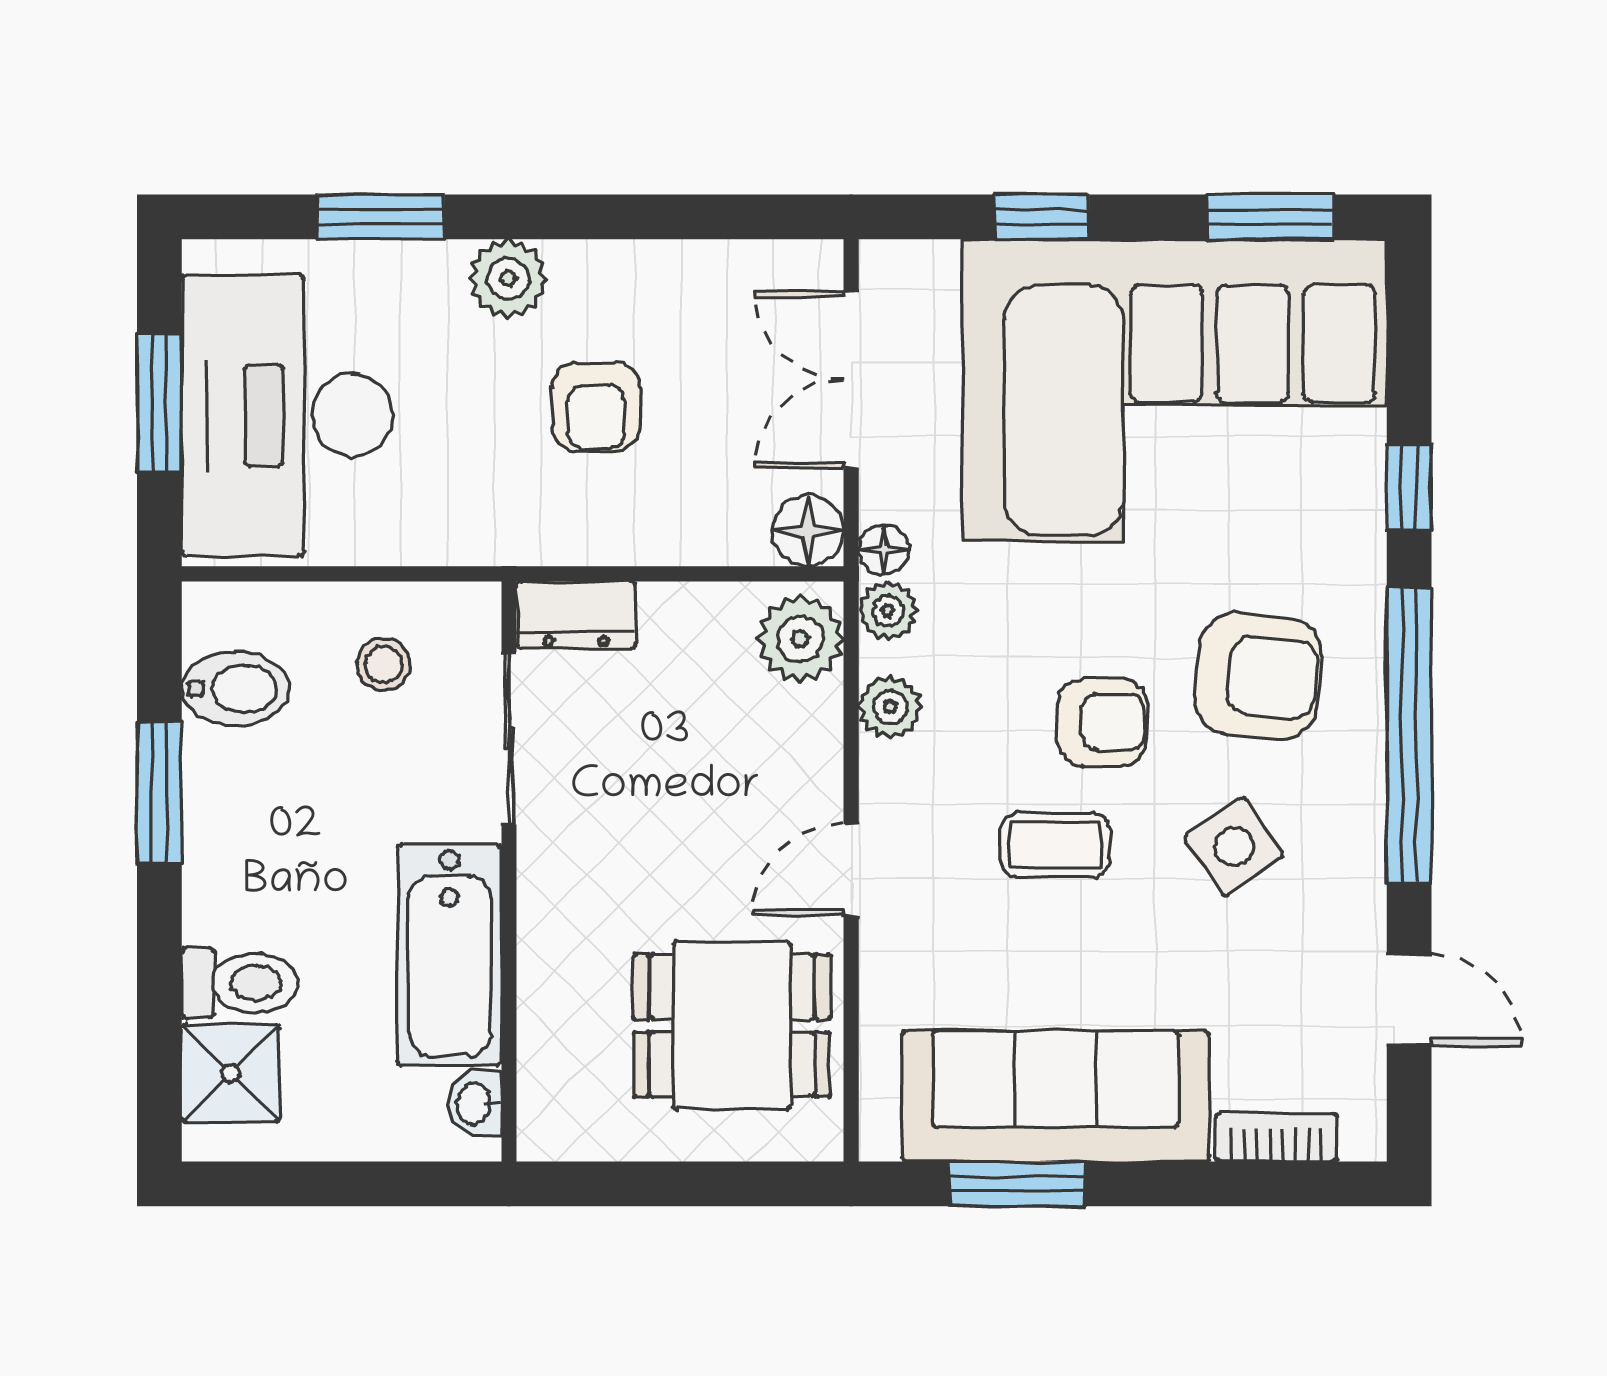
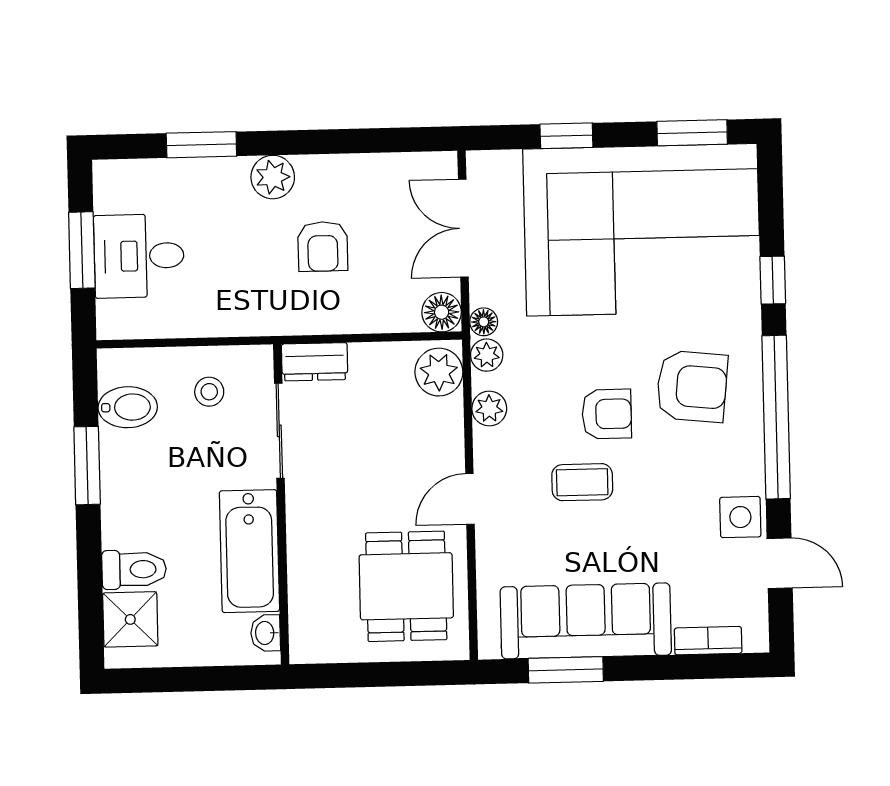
desk: (287, 415) -> (139, 256), width x0.53, depth x0.77
side table: (1234, 847) -> (740, 517), moved, turned 35
dining table: (732, 1025) -> (406, 586), turned 90

